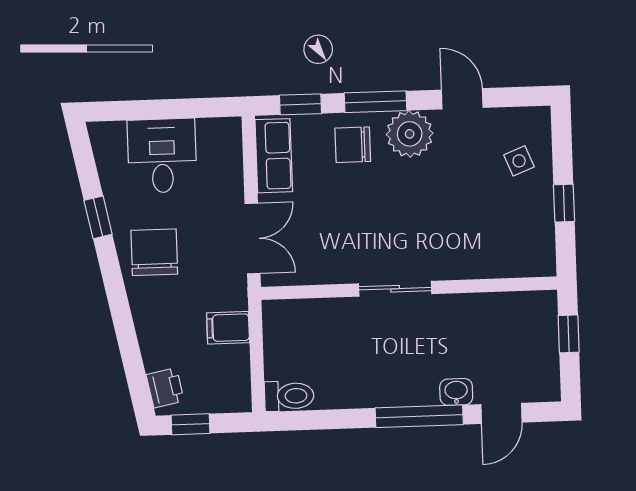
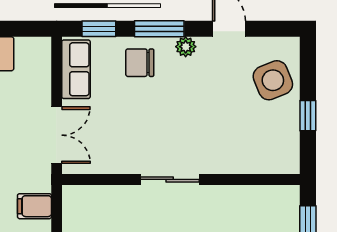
plant: (410, 134) -> (186, 47), width x0.53, depth x0.53
side table: (519, 161) -> (273, 80), width x1.87, depth x1.87

